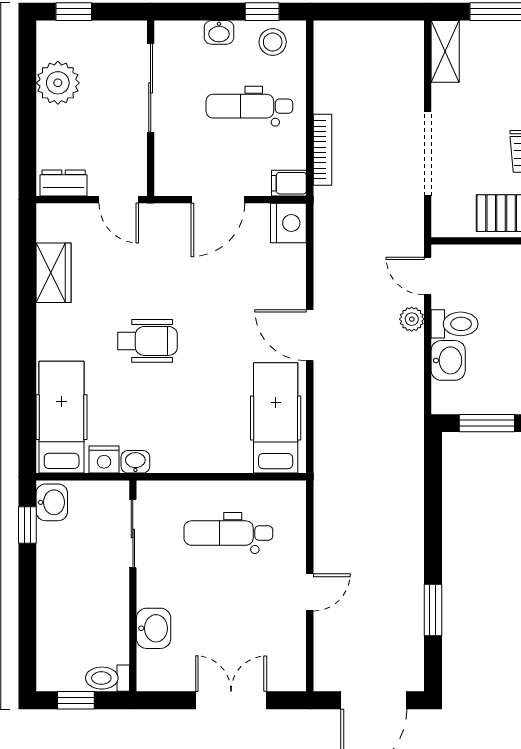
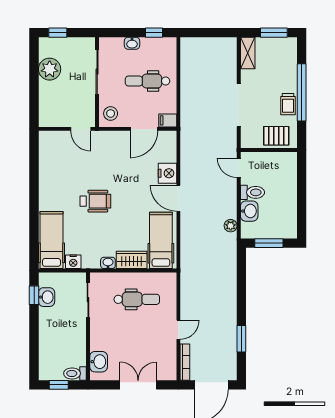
stool: (273, 42) -> (111, 113), moved
bookcase: (322, 150) -> (185, 362), moved
dresser: (64, 183) -> (53, 120), removed
door: (218, 200) -> (144, 129), moved
nightstand: (288, 223) -> (168, 173), moved
wardrobe: (54, 273) -> (132, 260), moved, turned -90
plant: (412, 319) -> (231, 226), moved
washbasin: (135, 462) -> (108, 263), moved
washbasin: (52, 502) -> (47, 297), moved
dental chair: (228, 533) -> (137, 299), turned 180
washbasin: (154, 628) -> (99, 362), moved

